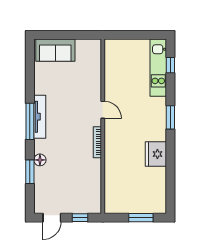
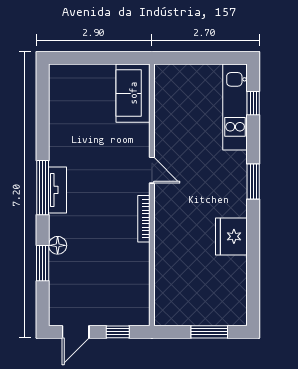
sofa: (55, 50) -> (133, 93), moved, turned 90
tv unit: (40, 117) -> (57, 190), width x0.71

